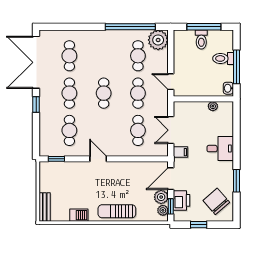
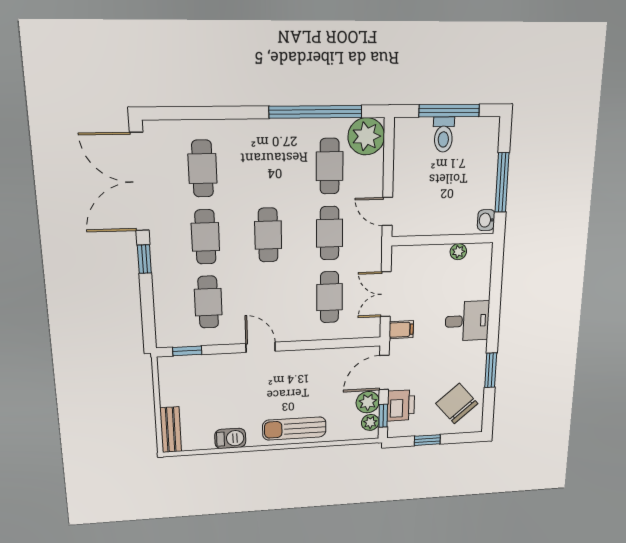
toilet: (223, 58) -> (480, 168), removed

